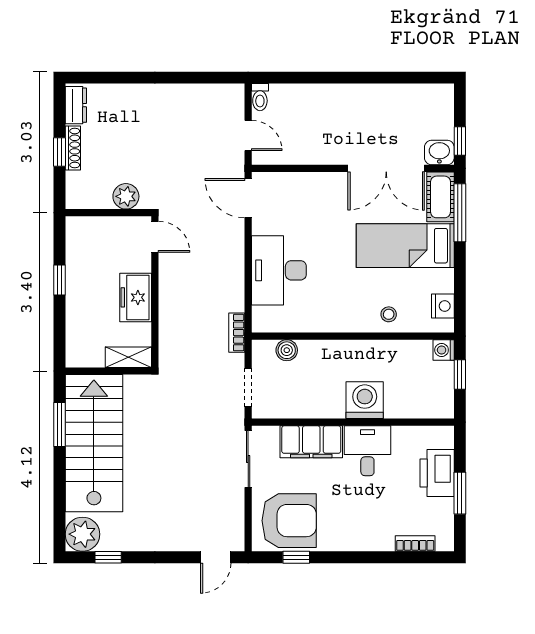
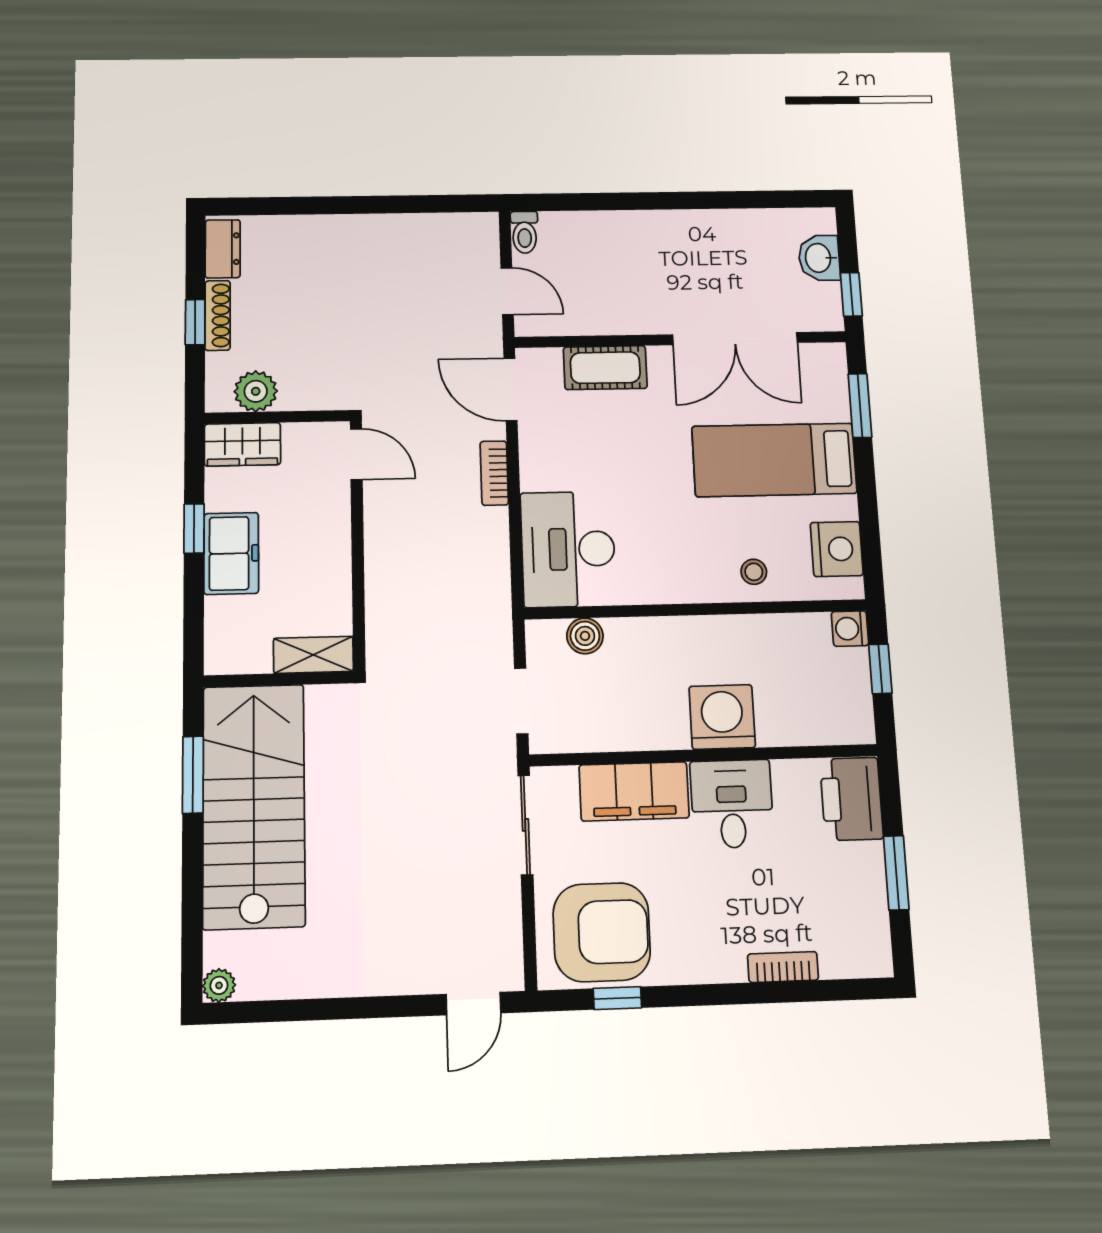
washbasin: (439, 152) -> (819, 258), moved, turned -90
plant: (126, 196) -> (256, 391), moved
cot: (441, 197) -> (605, 368), moved, turned 90
window: (460, 213) -> (860, 406), width x0.69
wardrobe: (88, 229) -> (242, 444), added
desk: (279, 270) -> (568, 549), moved
freezer: (136, 297) -> (231, 553), moved, turned 180
nightstand: (443, 306) -> (837, 549), width x1.36, depth x1.33
bookcase: (237, 333) -> (494, 473), moved
printer: (437, 473) -> (851, 799), moved
plant: (82, 534) -> (219, 985), width x0.53, depth x0.53
bookcase: (415, 543) -> (783, 967), moved
window: (108, 557) -> (280, 1011), removed

